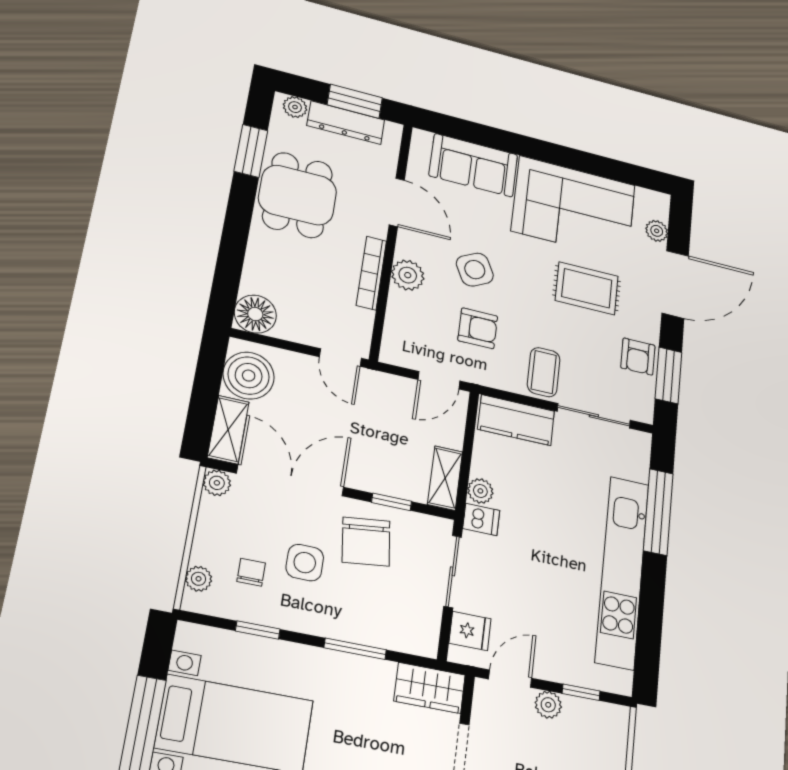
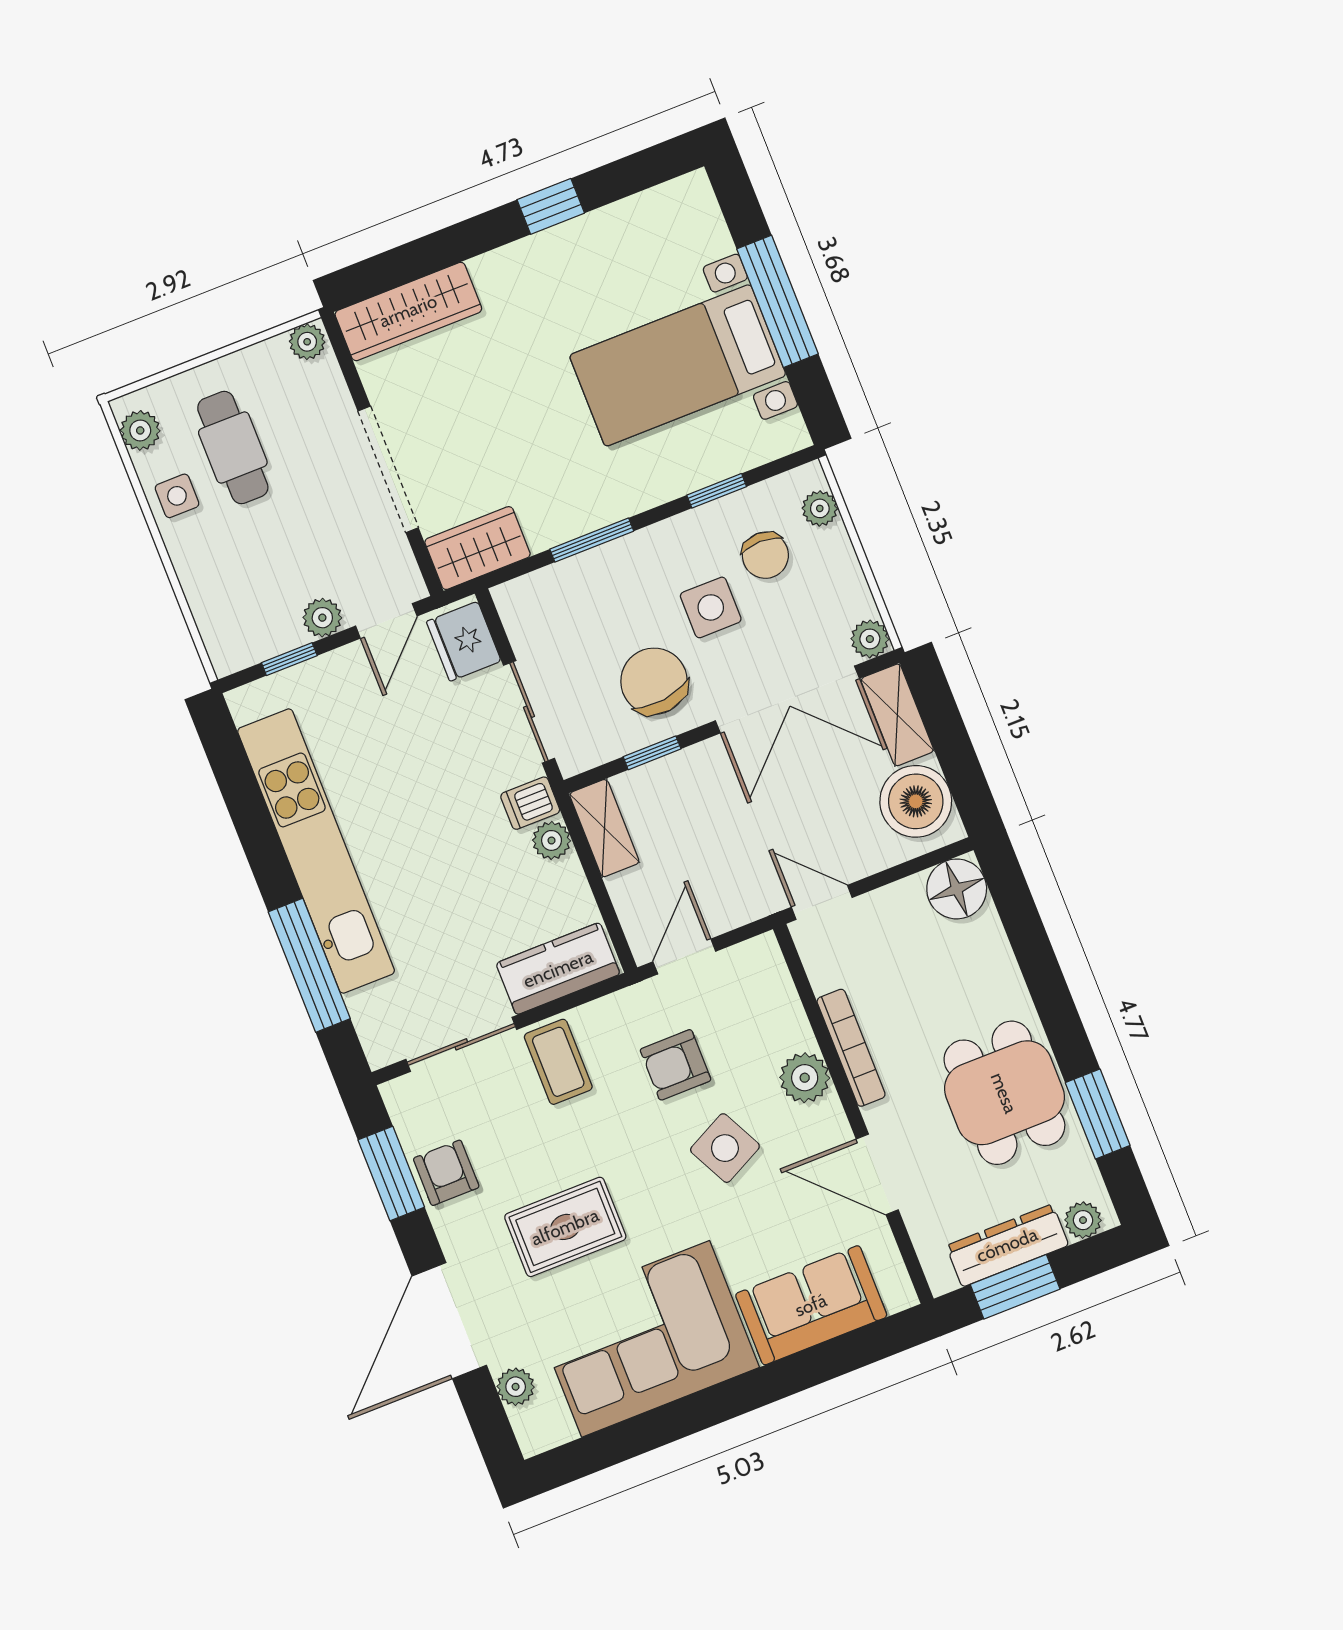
chair: (251, 572) -> (765, 555), width x1.37, depth x1.37
fridge: (470, 631) -> (464, 641), width x1.38

